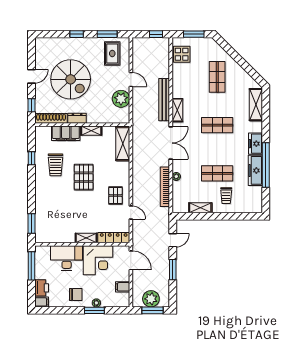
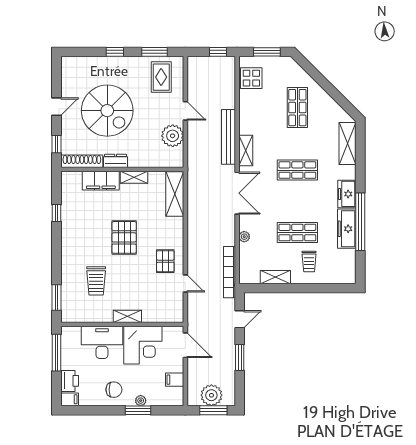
trolley: (56, 165) -> (96, 281), moved
bookcase: (165, 187) -> (230, 272), moved
locker: (114, 238) -> (163, 316), removed

